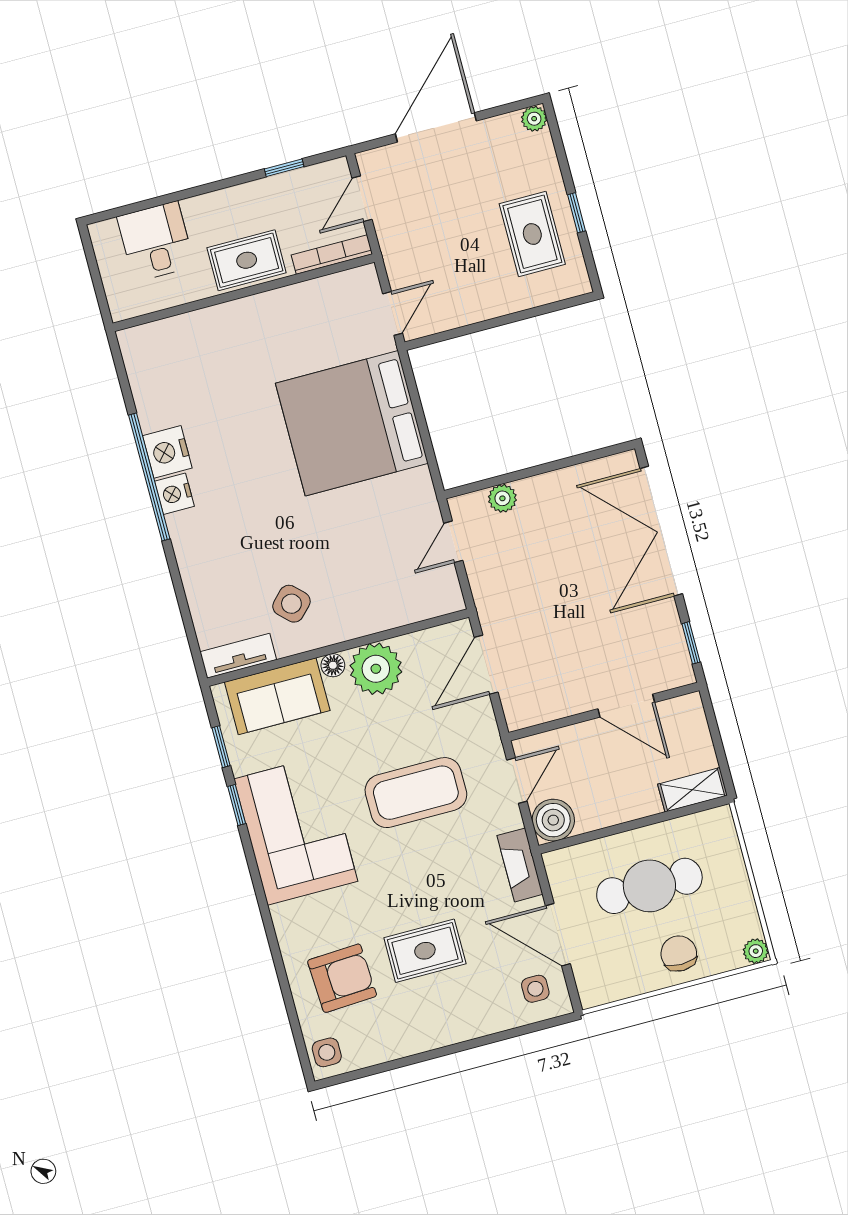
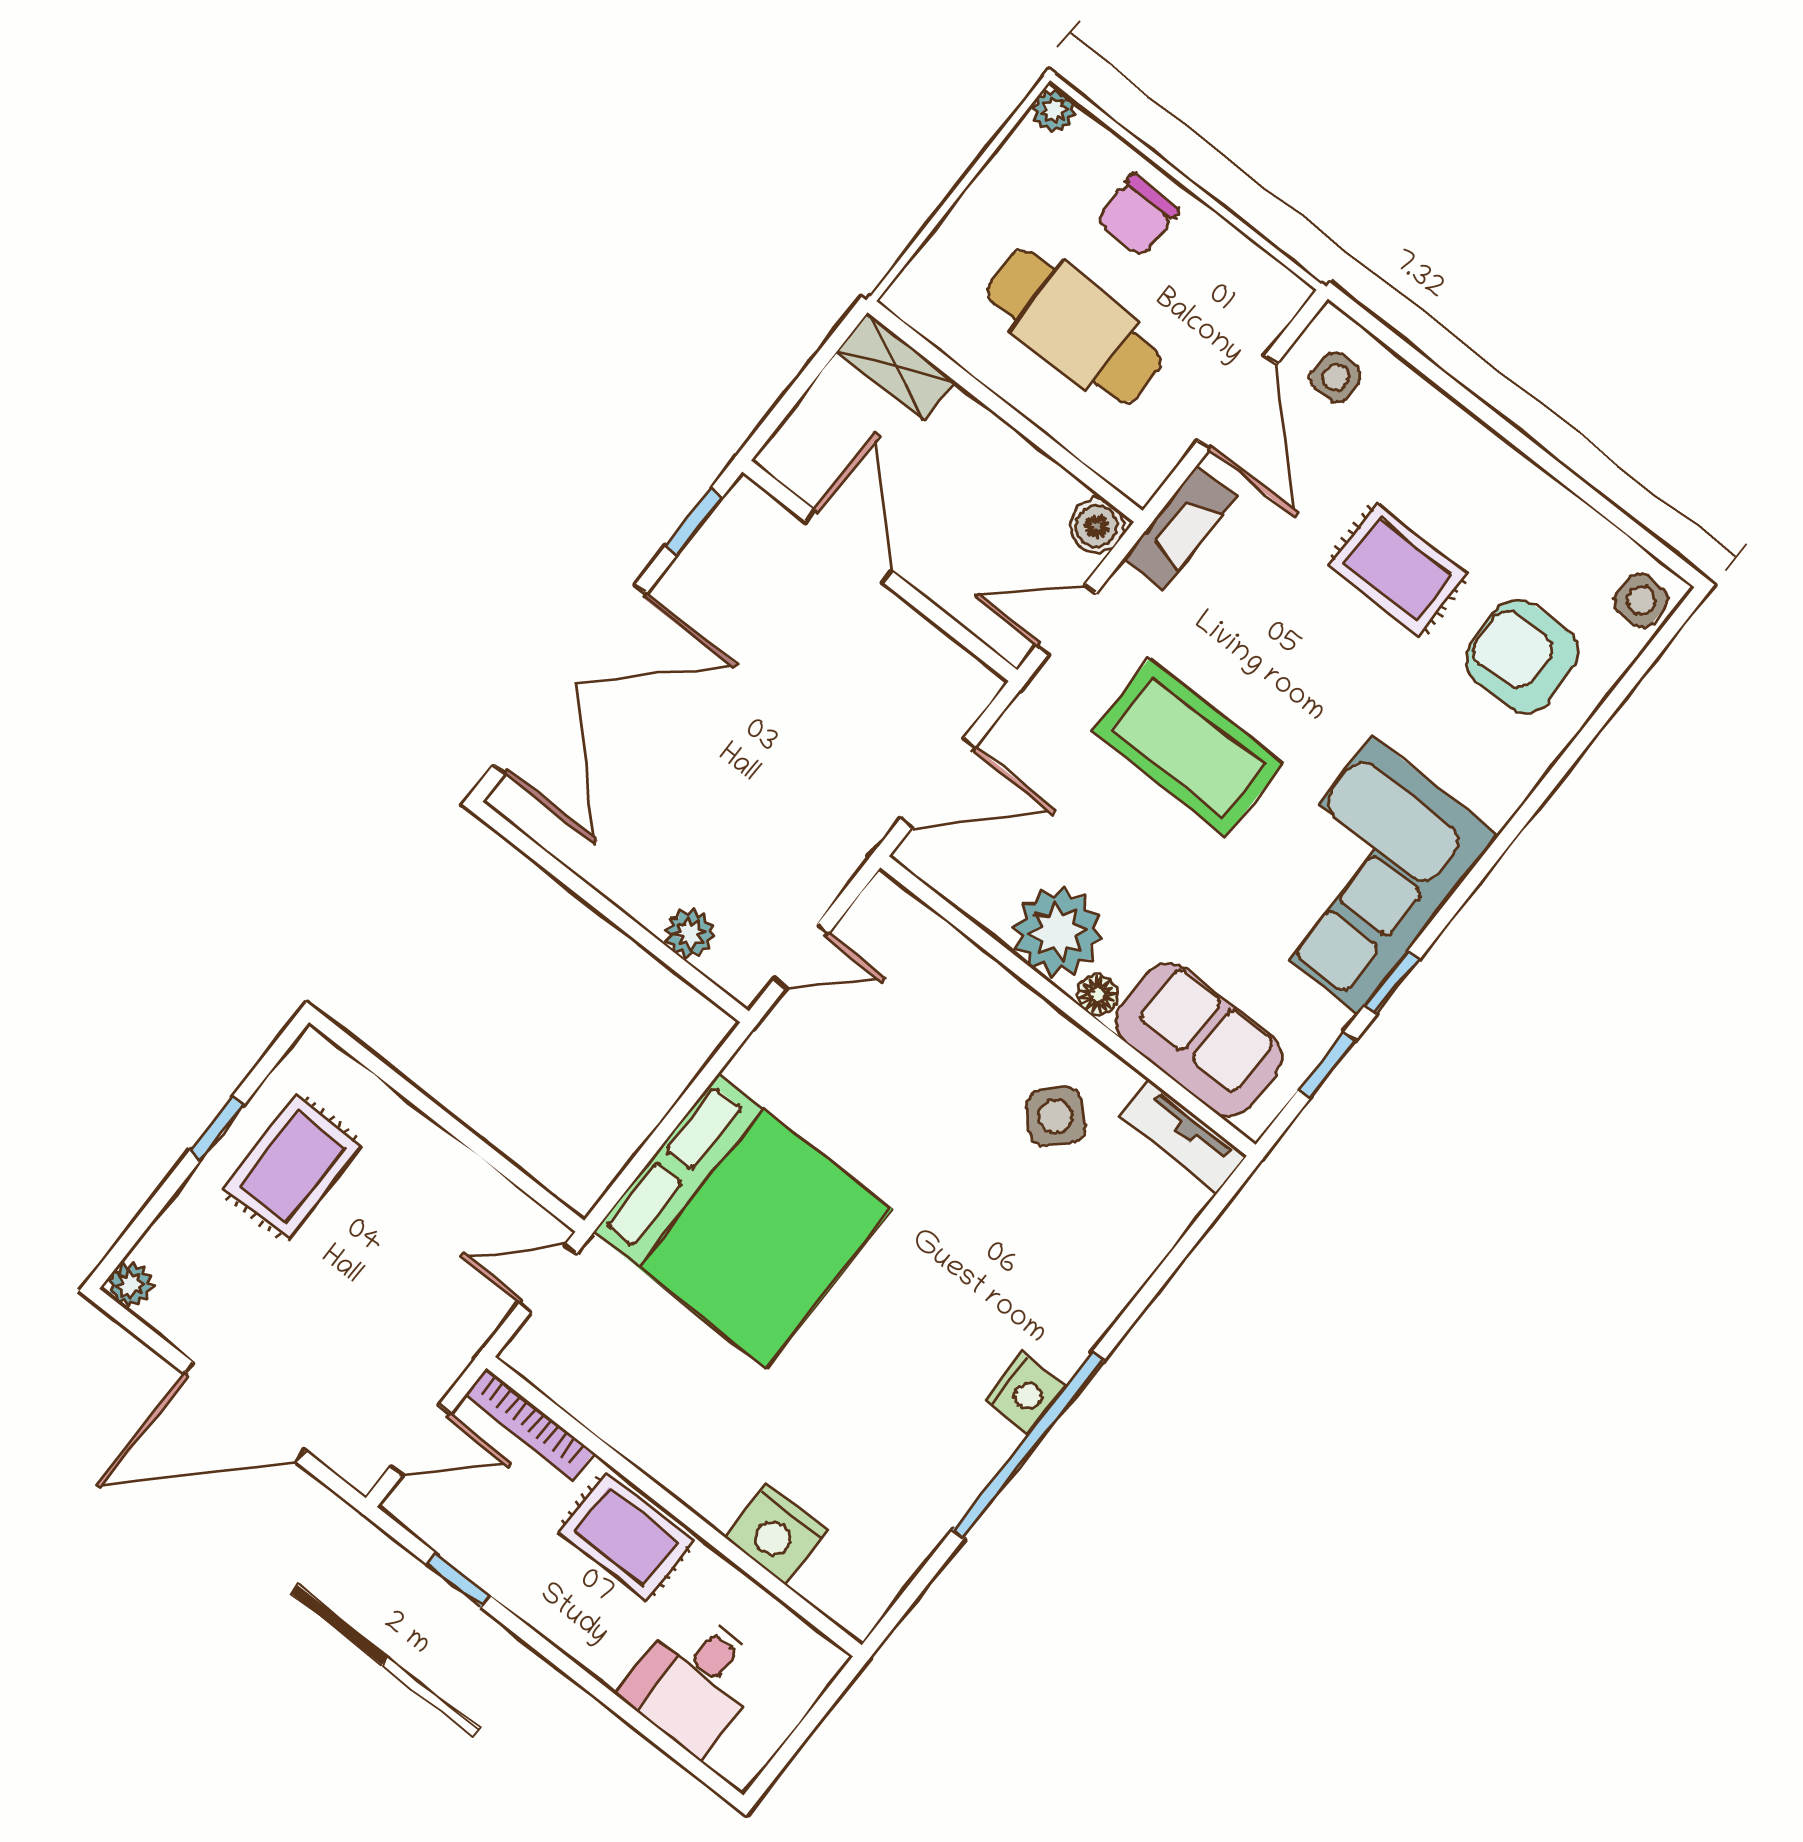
nightstand: (167, 452) -> (776, 1534), moved, turned 90
boiler: (553, 820) -> (1097, 526), width x0.73, depth x0.73

